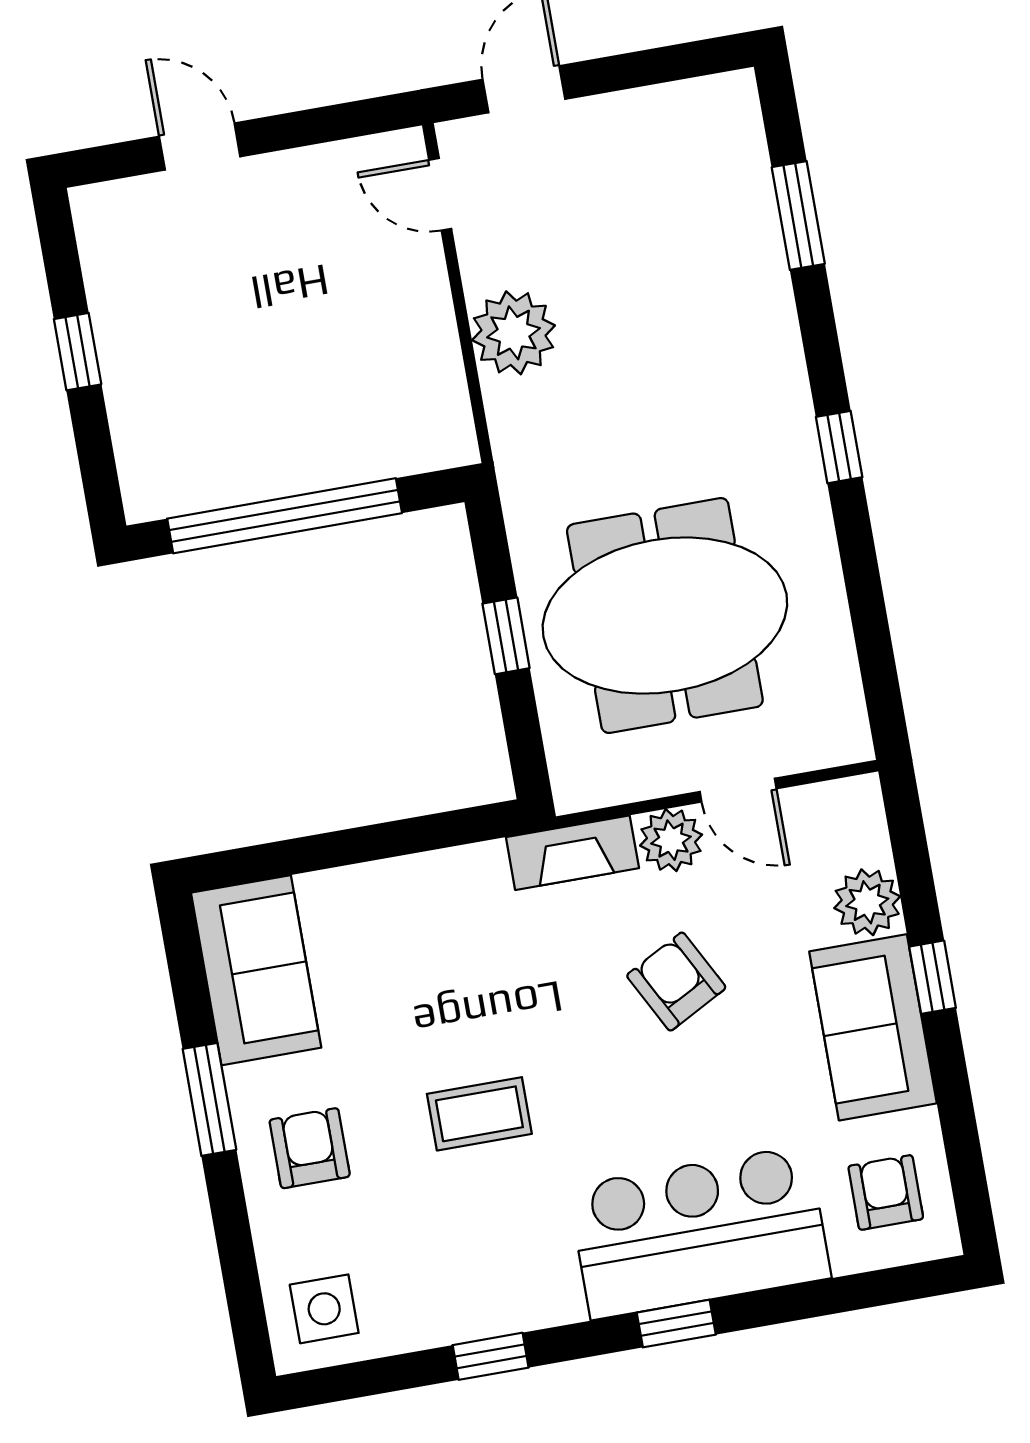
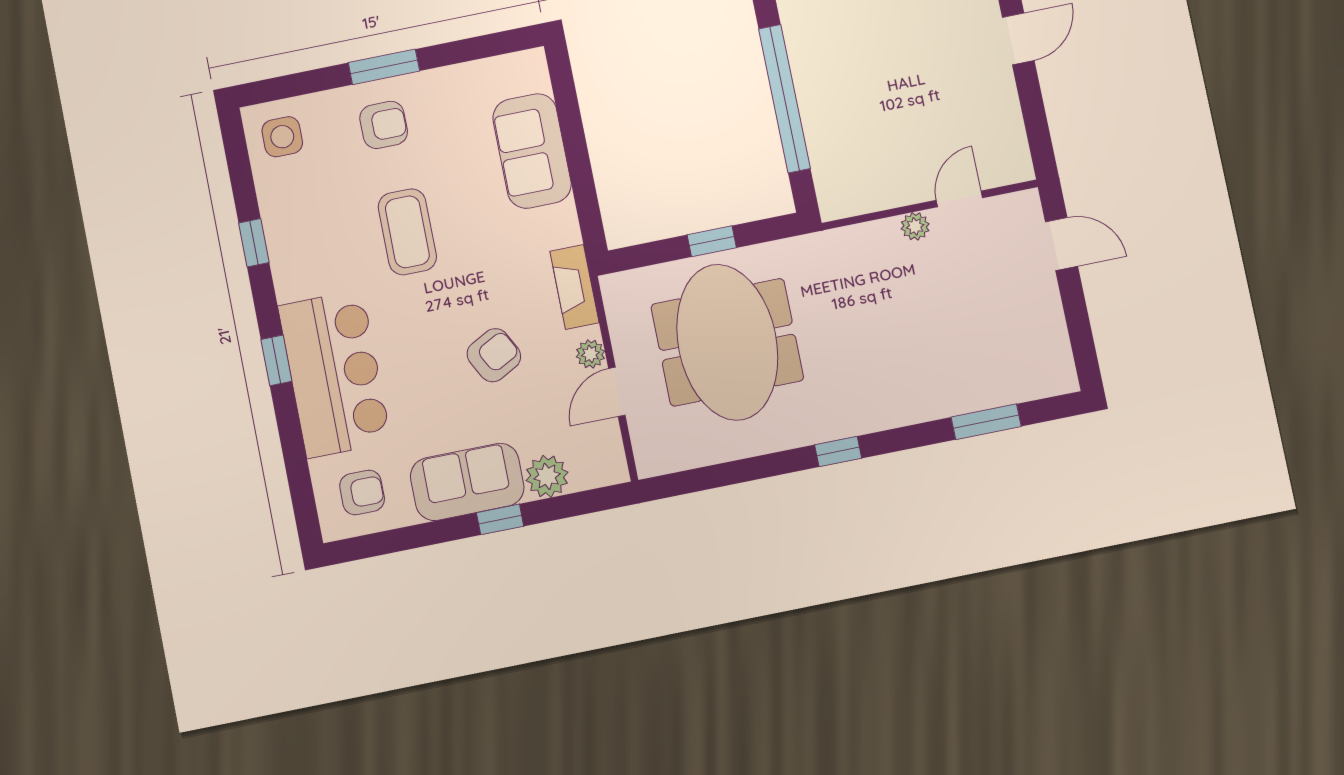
door: (440, 194) -> (959, 199), moved
plant: (513, 333) -> (915, 226), width x0.53, depth x0.53
plant: (671, 840) -> (590, 354), width x0.73, depth x0.73
sofa: (256, 970) -> (532, 151), moved, turned 90
window: (209, 1099) -> (384, 67), moved
coffee table: (479, 1114) -> (407, 232), width x1.36, depth x1.30

